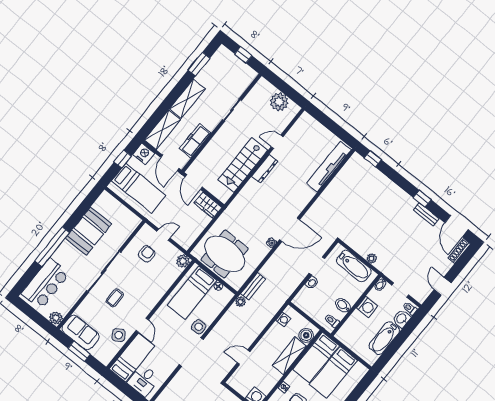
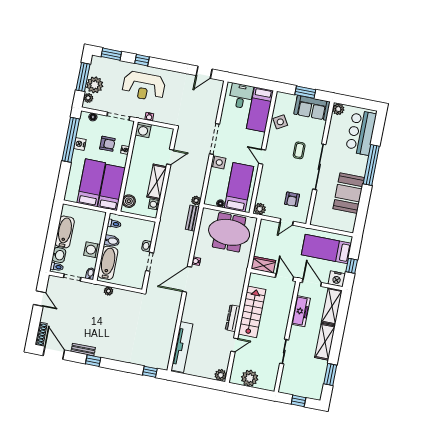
plant: (306, 119) -> (221, 375), added
bathtub: (354, 266) -> (108, 263), moved, turned 90
door: (142, 325) -> (262, 157), moved
shelving: (289, 356) -> (157, 182), moved

